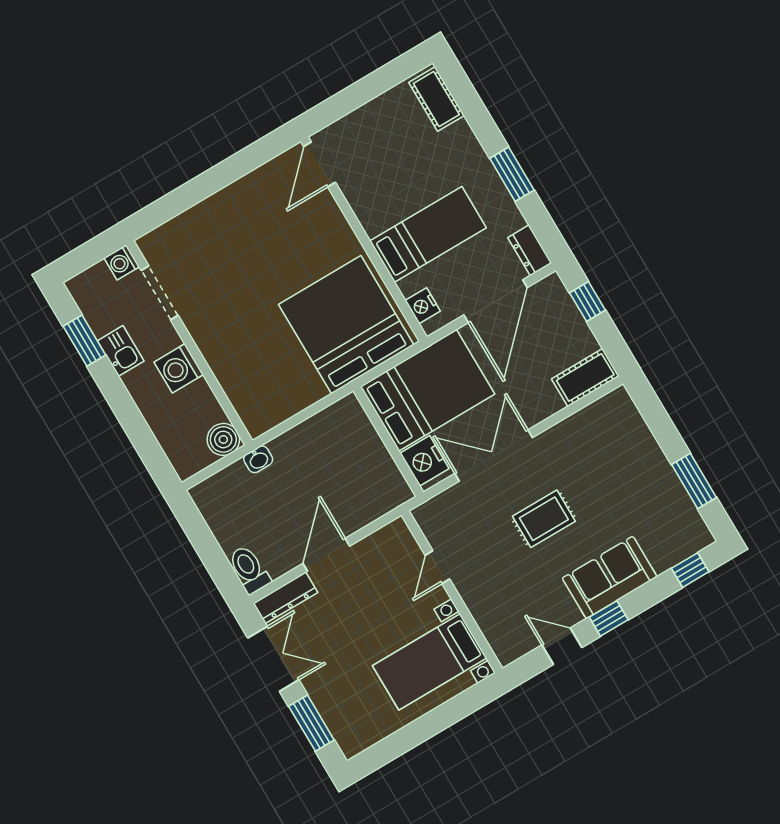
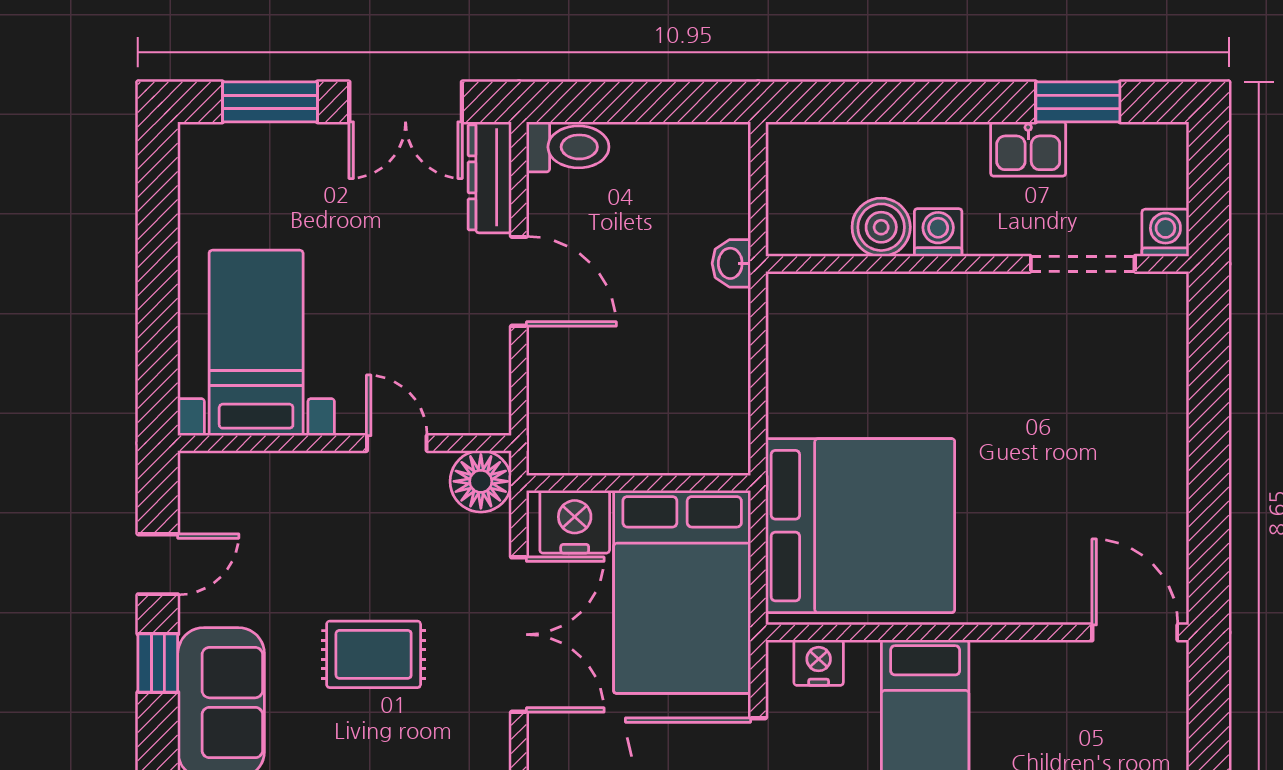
washing machine: (179, 368) -> (938, 232), width x0.73, depth x0.73
boiler: (223, 439) -> (881, 227), moved
floor lamp: (432, 517) -> (481, 481), added
rug: (544, 519) -> (374, 654), turned 90

